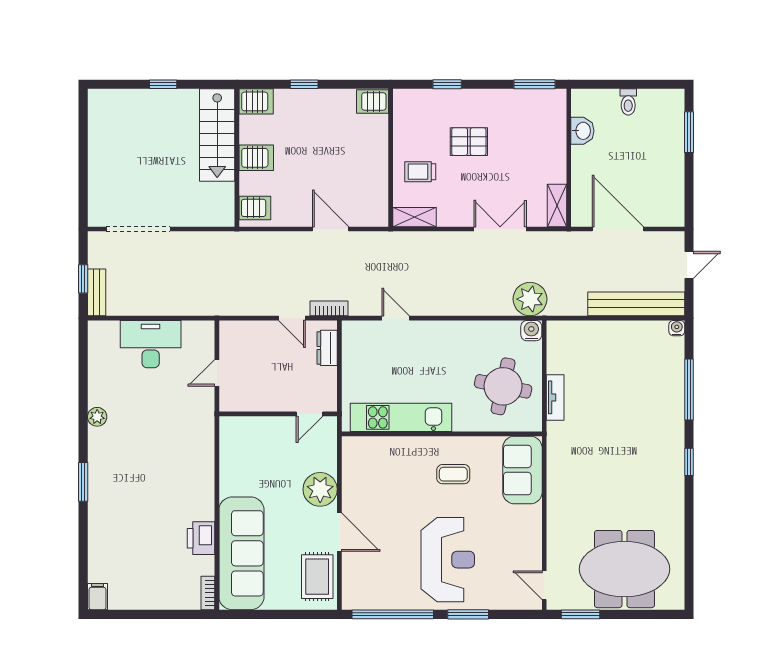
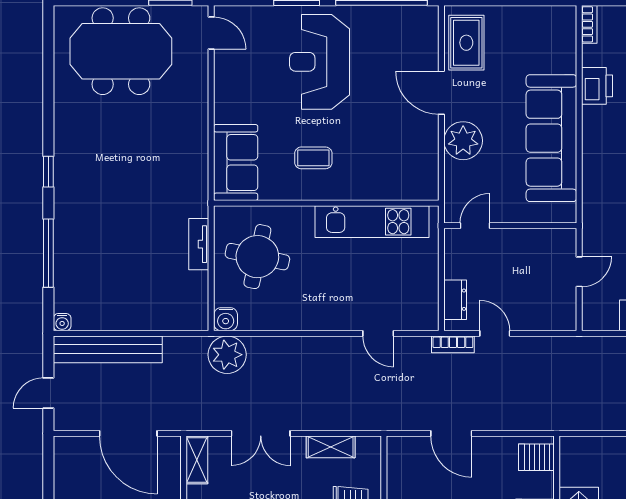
shelving: (414, 217) -> (331, 447), moved
sofa: (241, 553) -> (551, 138), moved

